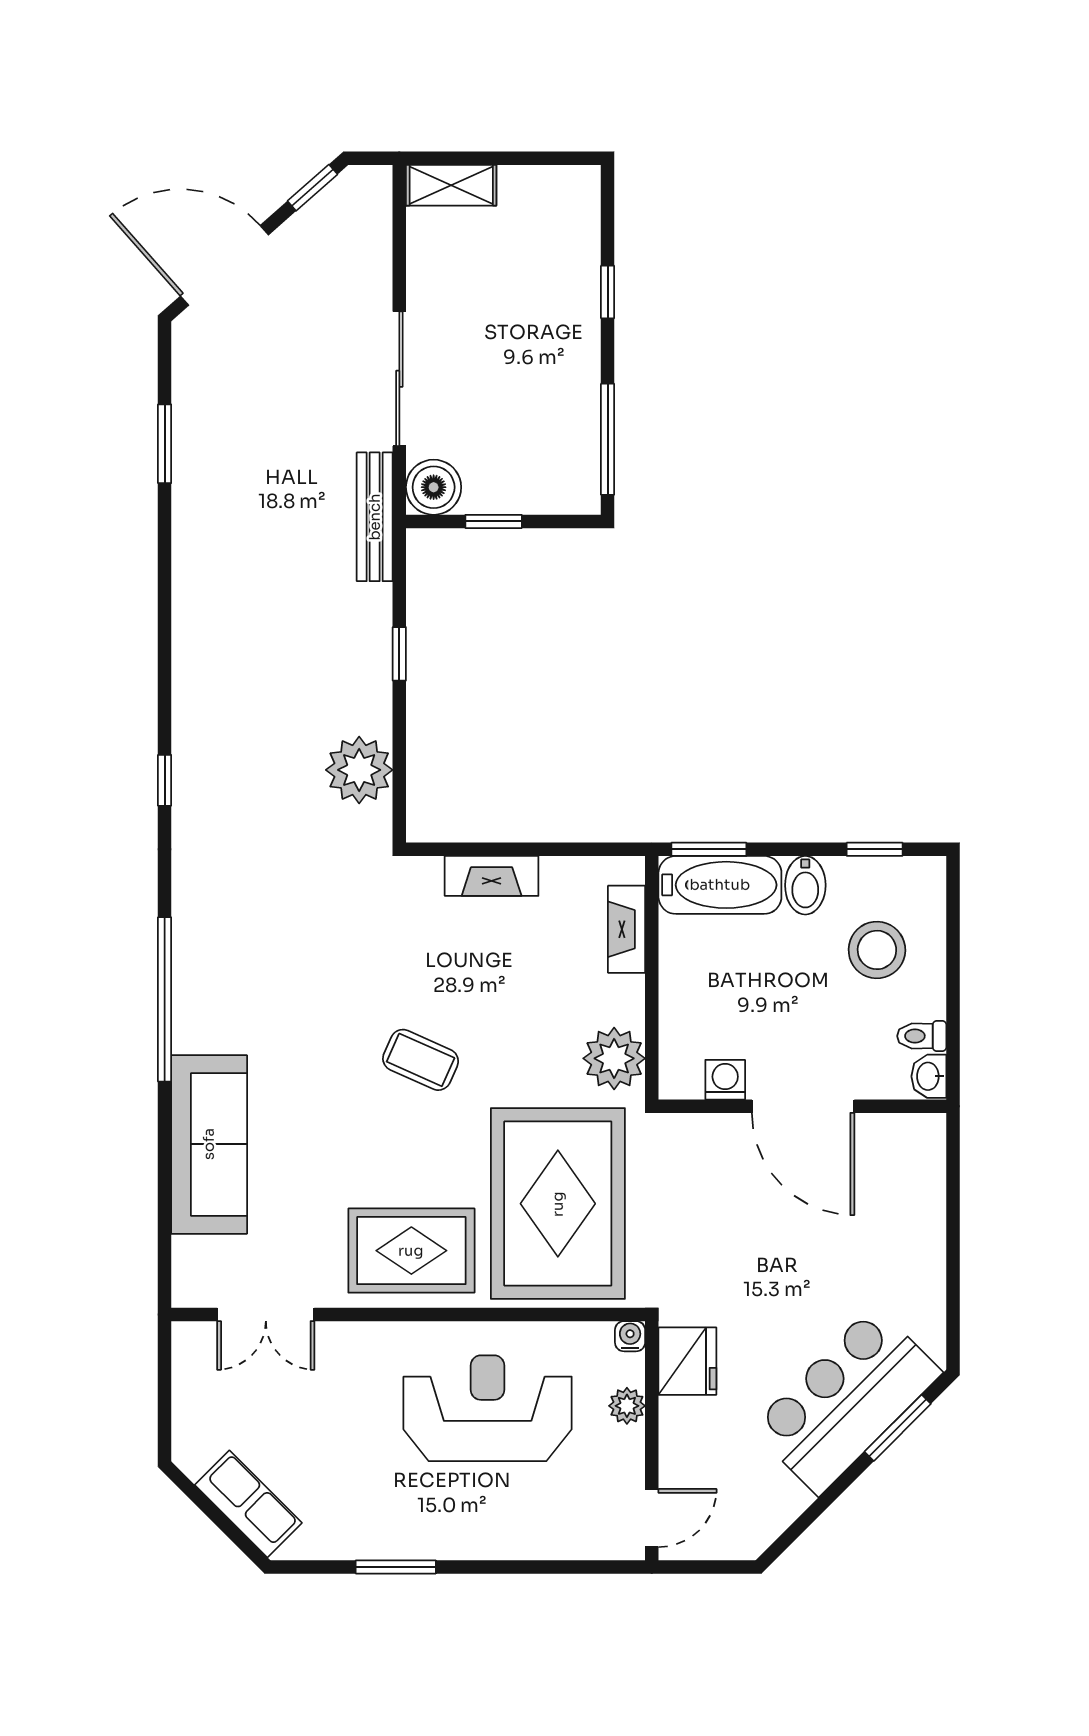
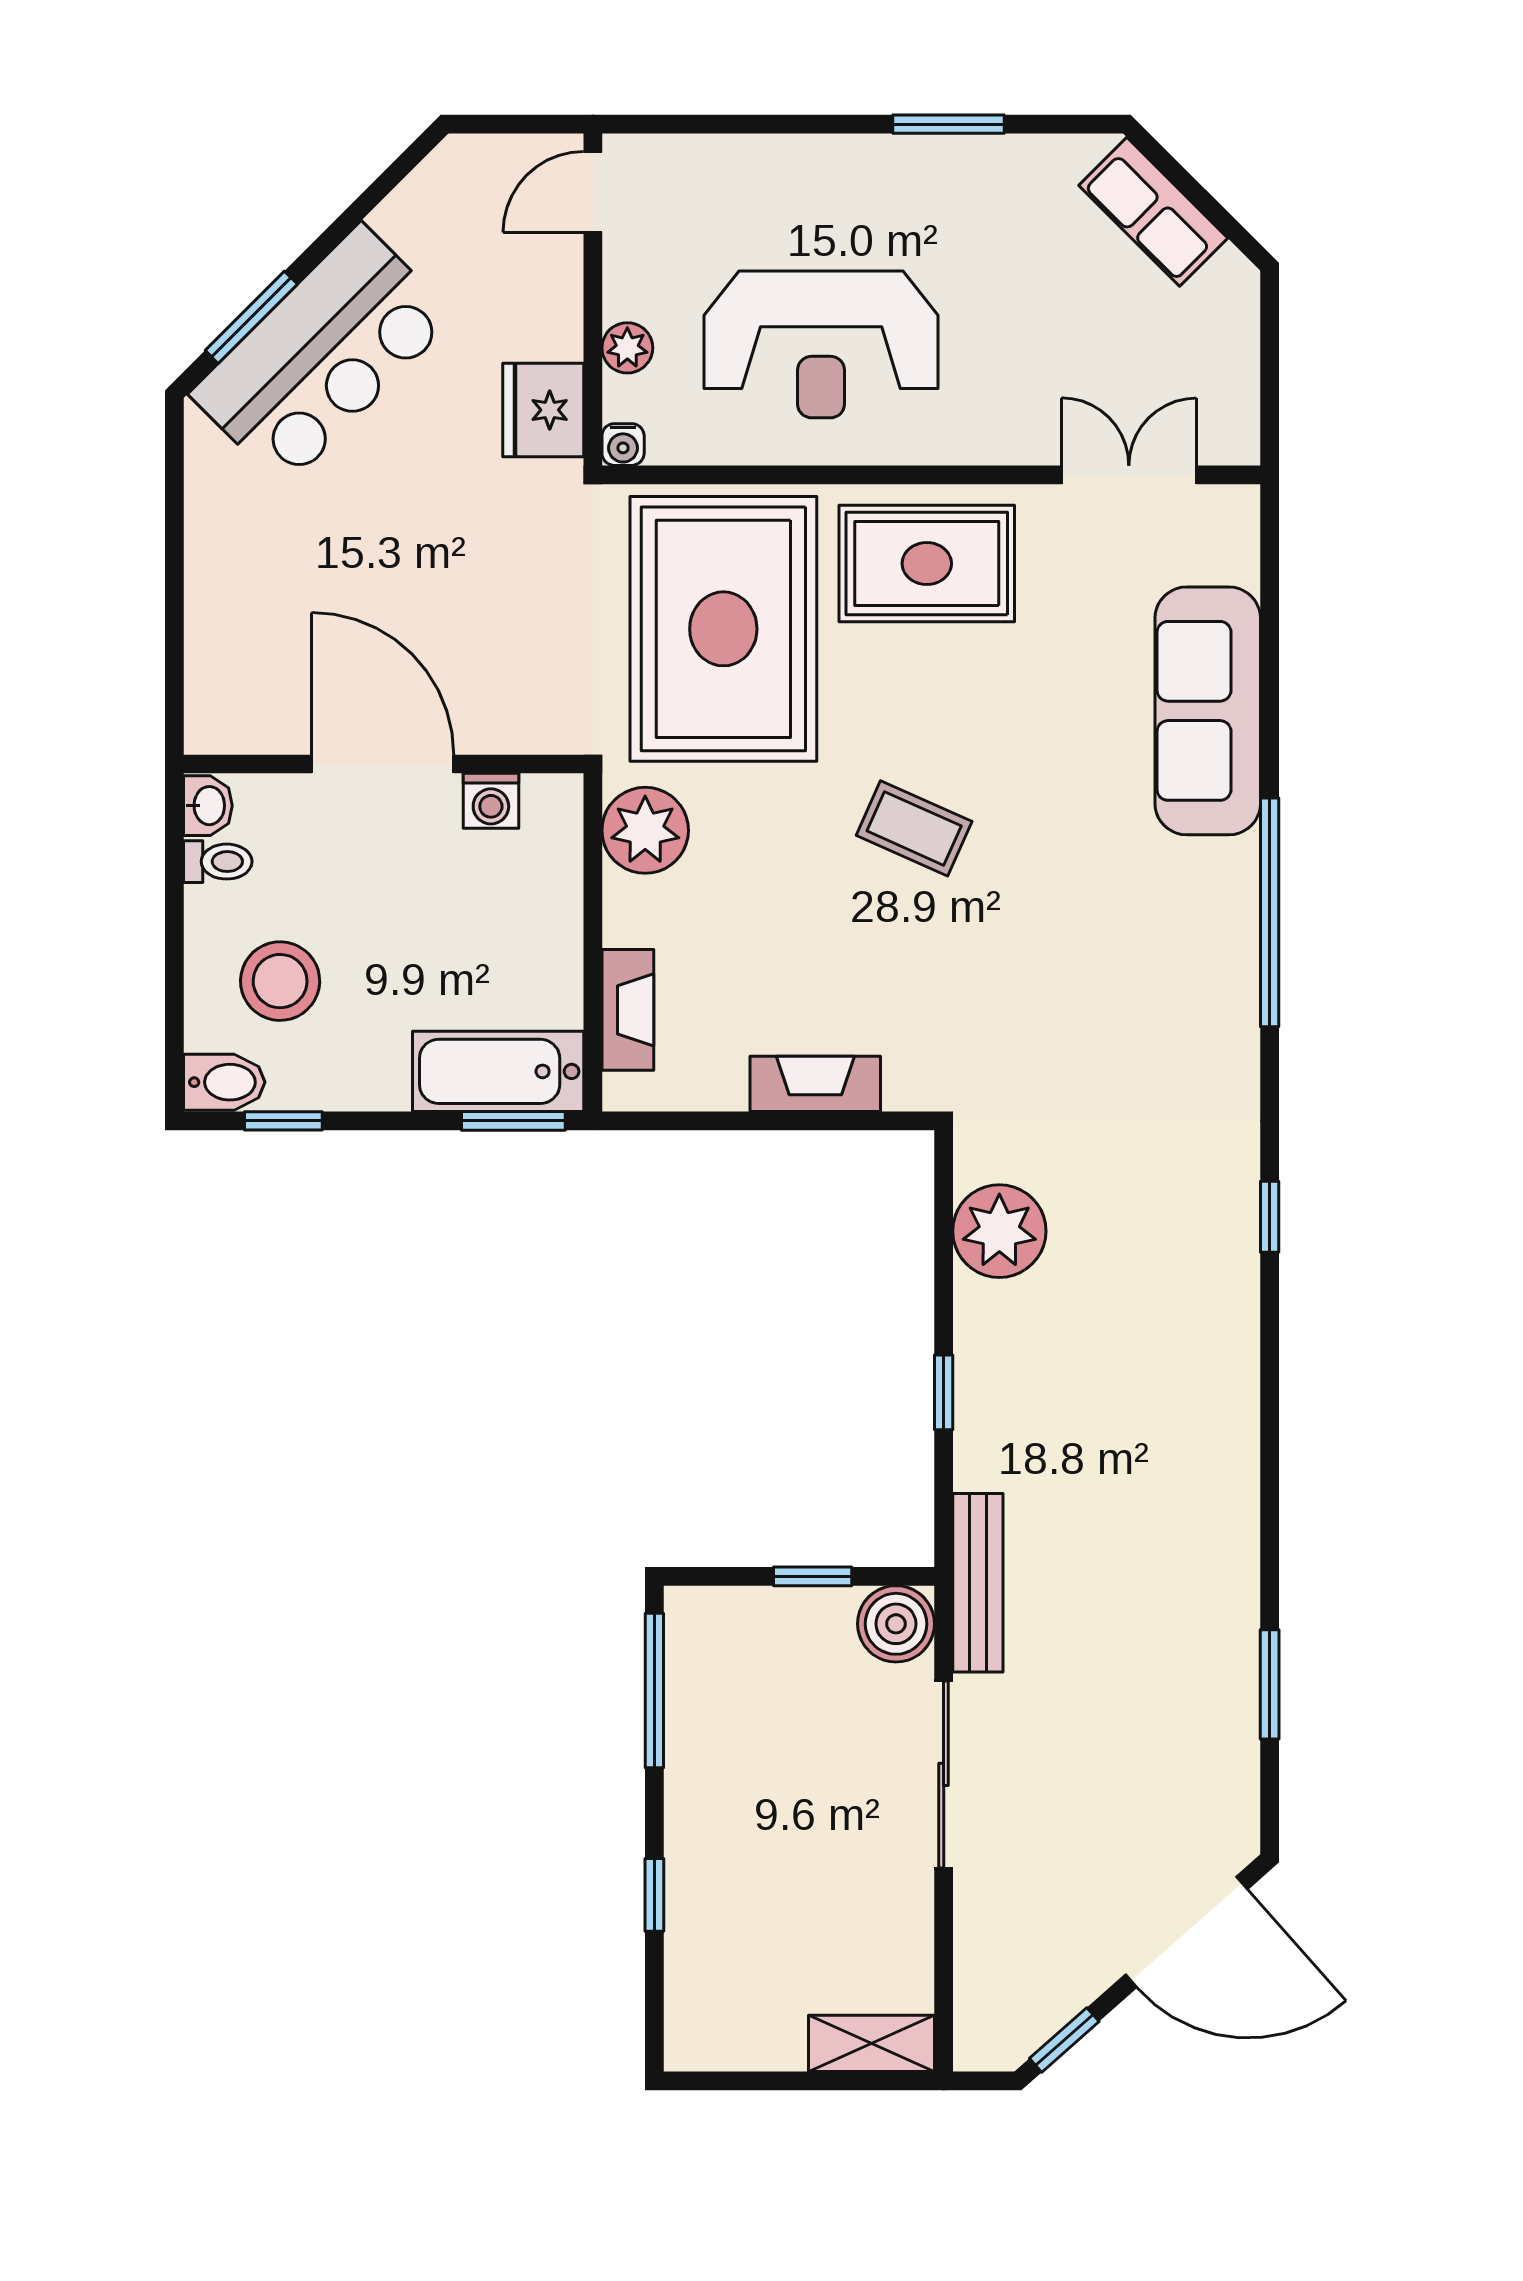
bidet: (805, 885) -> (224, 1082), moved, turned 90

